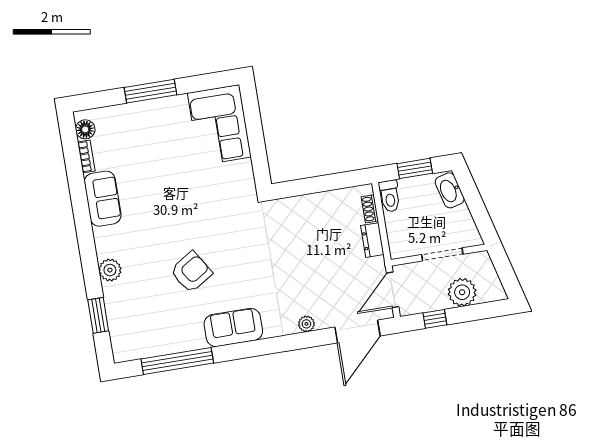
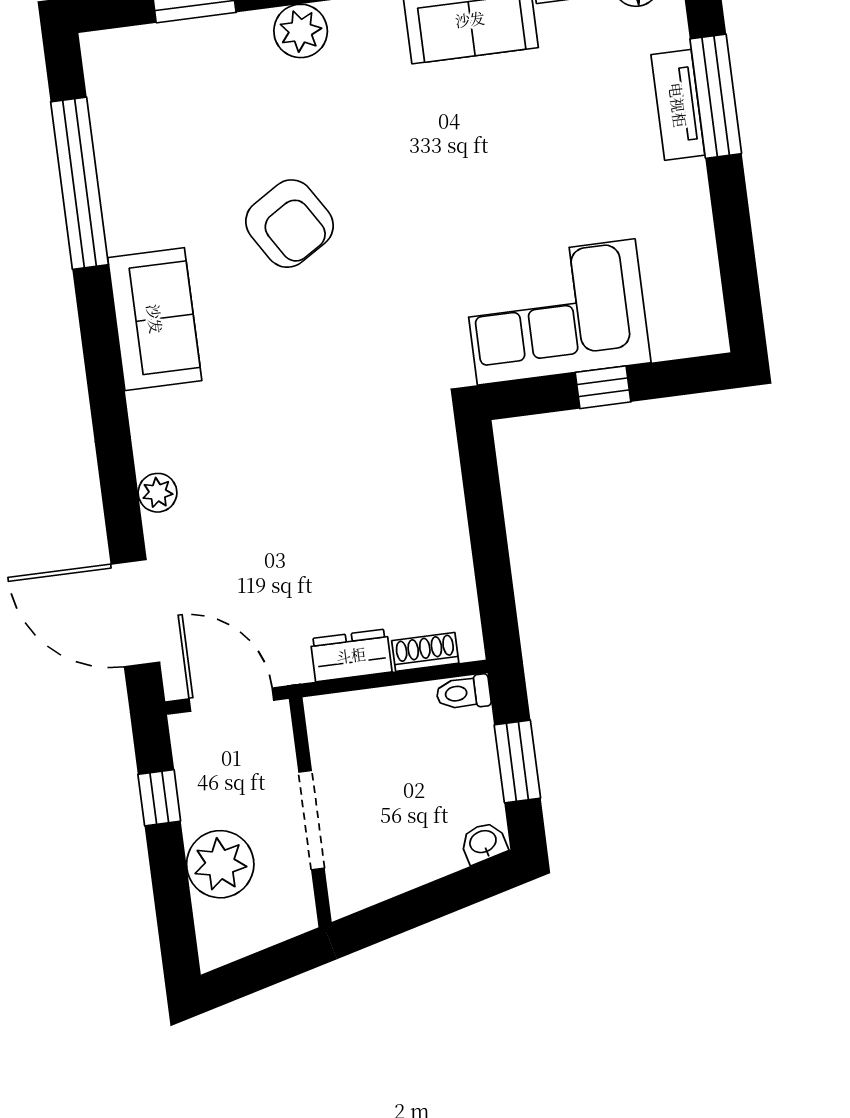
window: (151, 91) -> (716, 96), moved
tv unit: (136, 110) -> (678, 105), added
corner sofa: (219, 125) -> (556, 312), moved
window: (256, 138) -> (603, 387), added
washbasin: (450, 190) -> (483, 843), width x0.52, depth x0.69
toilet: (390, 196) -> (463, 693), width x0.73, depth x0.72

